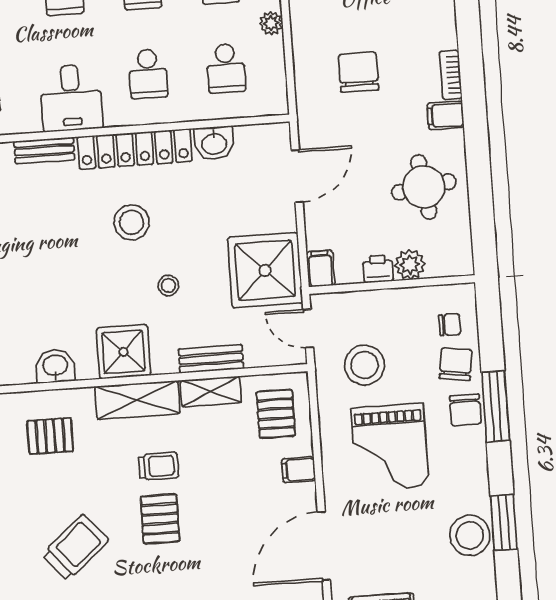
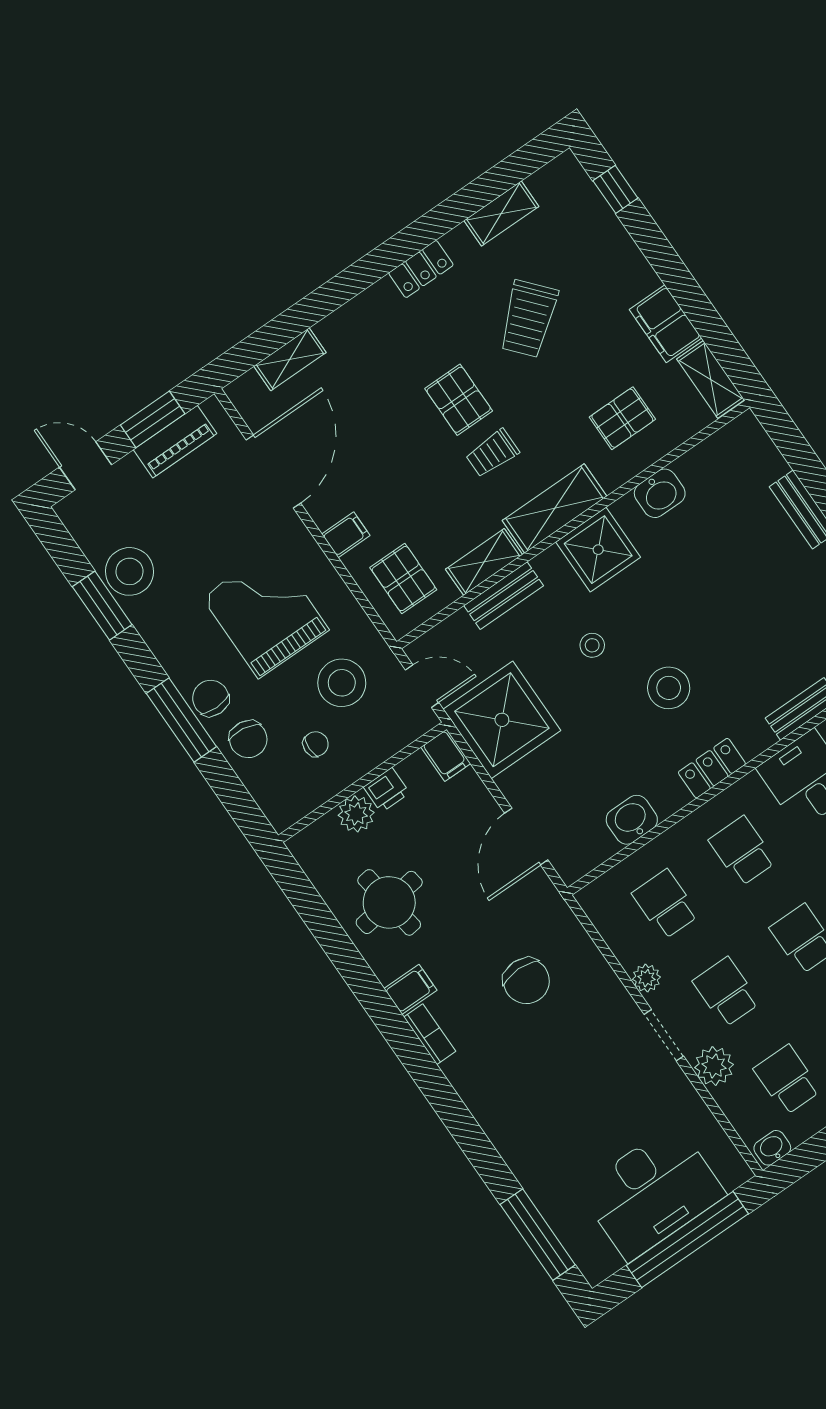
locker: (135, 149) -> (712, 768), width x0.46, depth x0.83
chair: (450, 325) -> (316, 744), moved, turned 180

